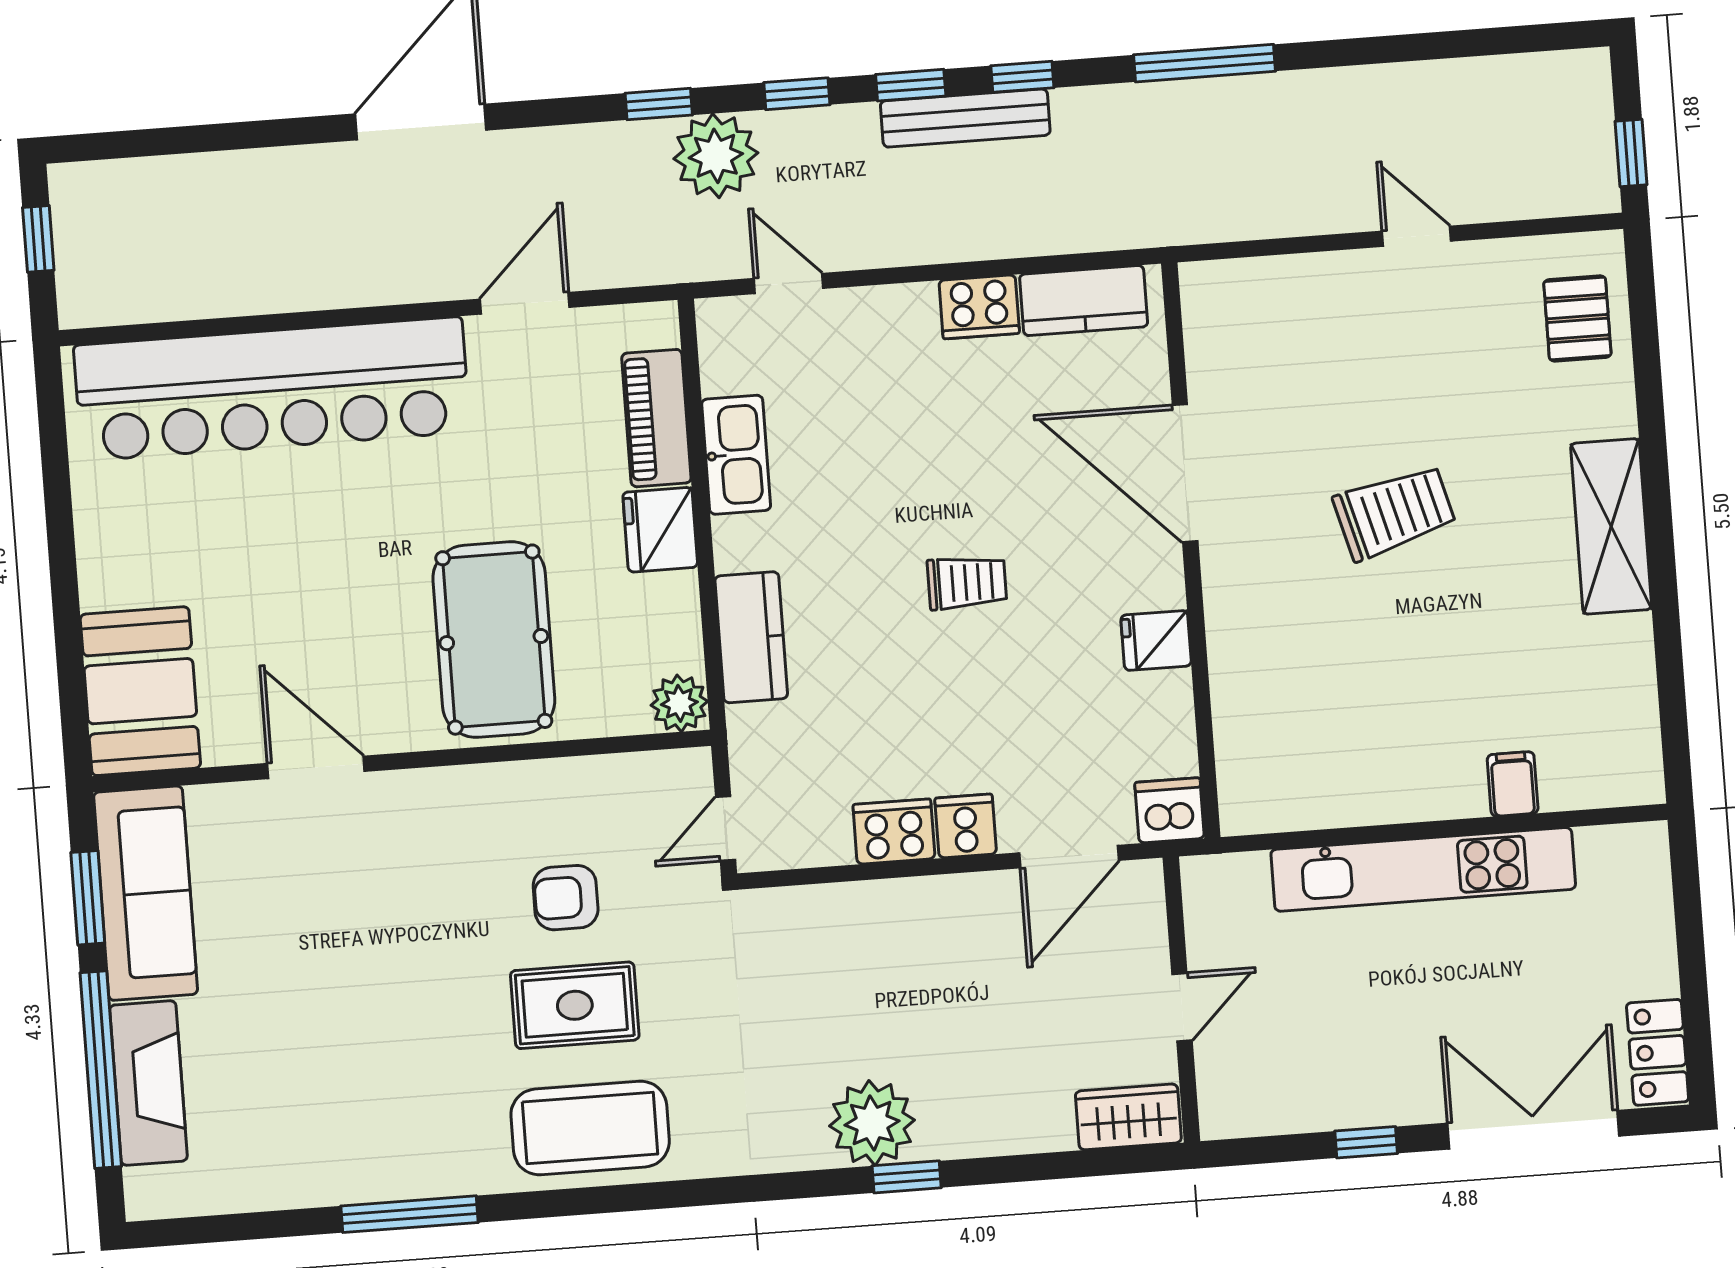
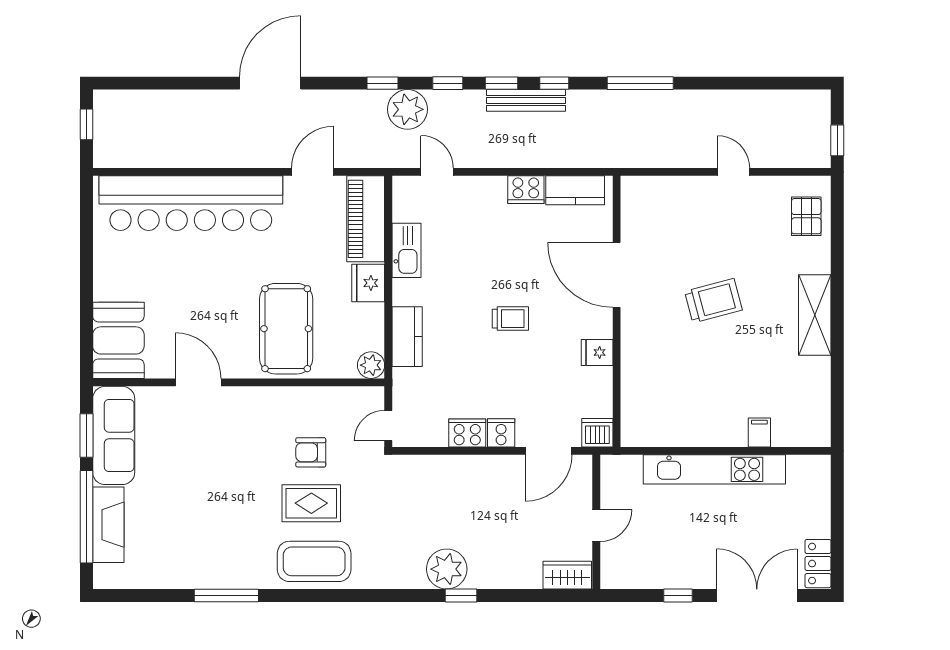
piano: (656, 418) -> (366, 219), width x1.37, depth x1.33

